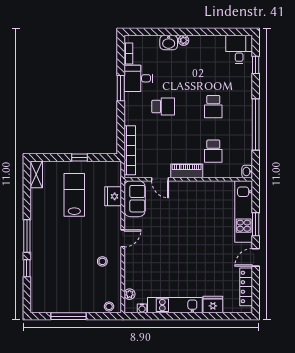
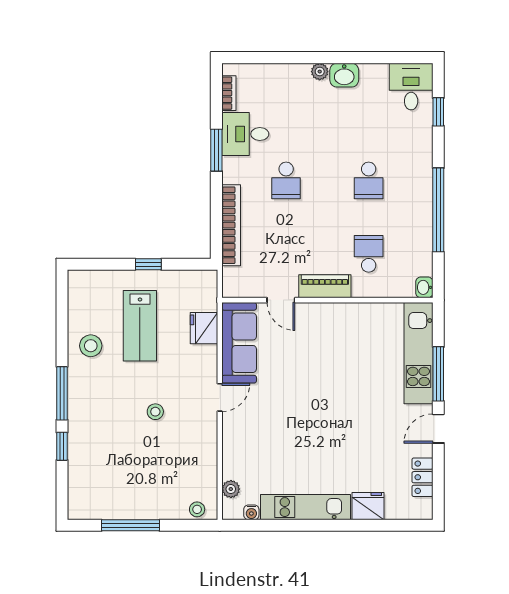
washbasin: (169, 43) -> (344, 75), moved
school desk: (163, 107) -> (286, 180), turned 90
bookcase: (130, 150) -> (231, 225), moved
school desk: (213, 151) -> (369, 254), turned 180
shelving: (36, 174) -> (78, 292), removed
lab bench: (74, 195) -> (140, 326), turned 180
sofa: (135, 199) -> (239, 343), width x1.36
stool: (44, 207) -> (91, 346), added
window: (256, 224) -> (438, 374), width x1.44
stool: (102, 261) -> (155, 412), moved
locker: (246, 287) -> (422, 477), width x0.66

